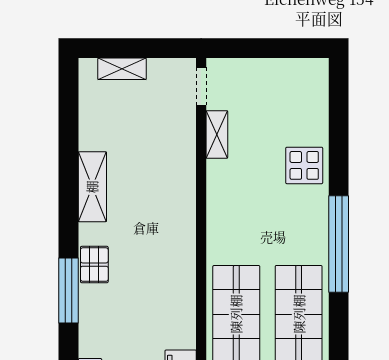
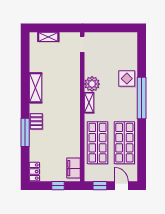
shelving: (217, 134) -> (89, 103), moved
plant: (224, 178) -> (92, 84), added
window: (339, 244) -> (142, 98), moved

